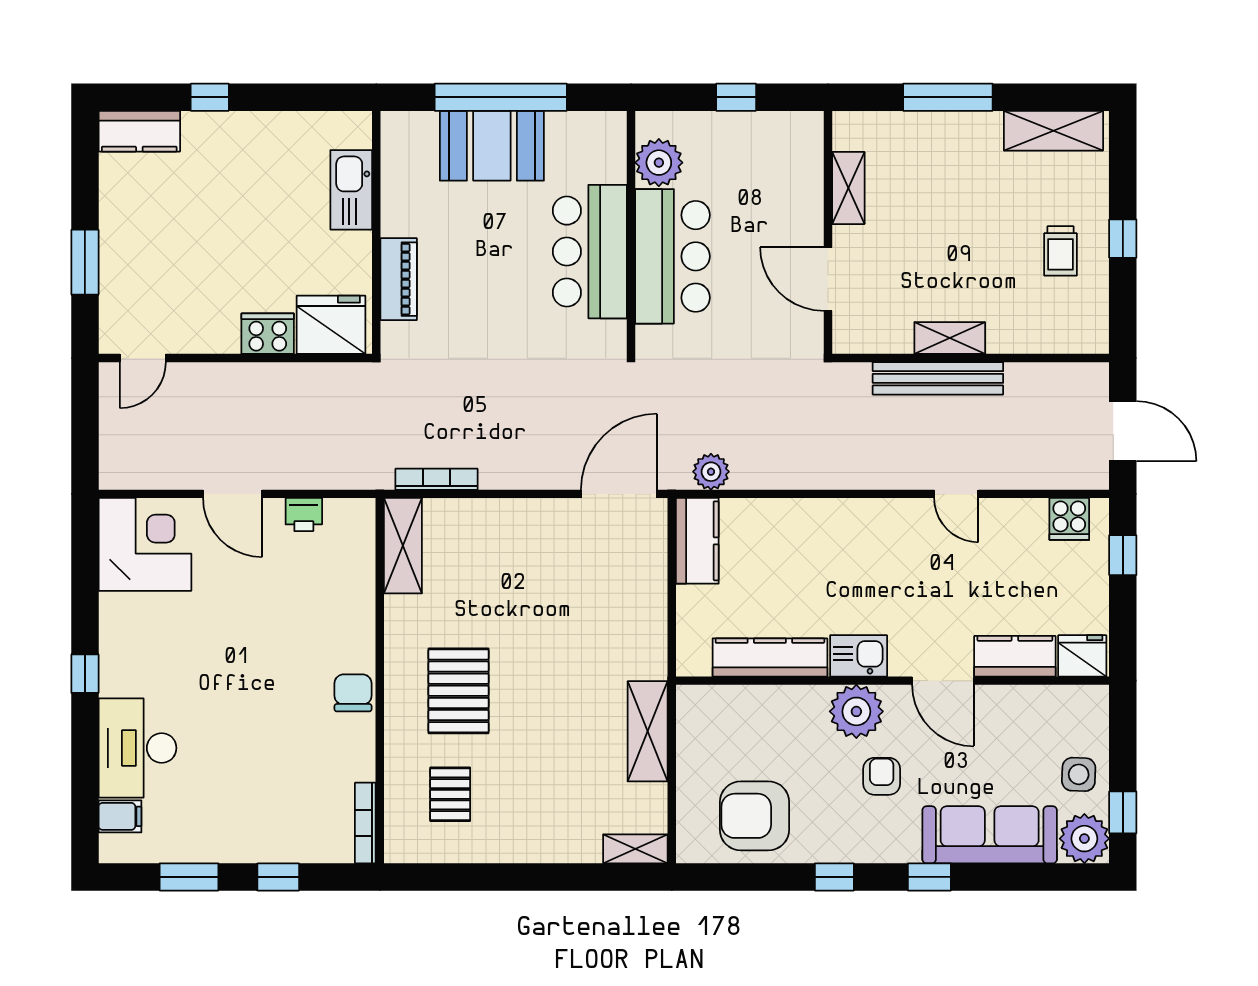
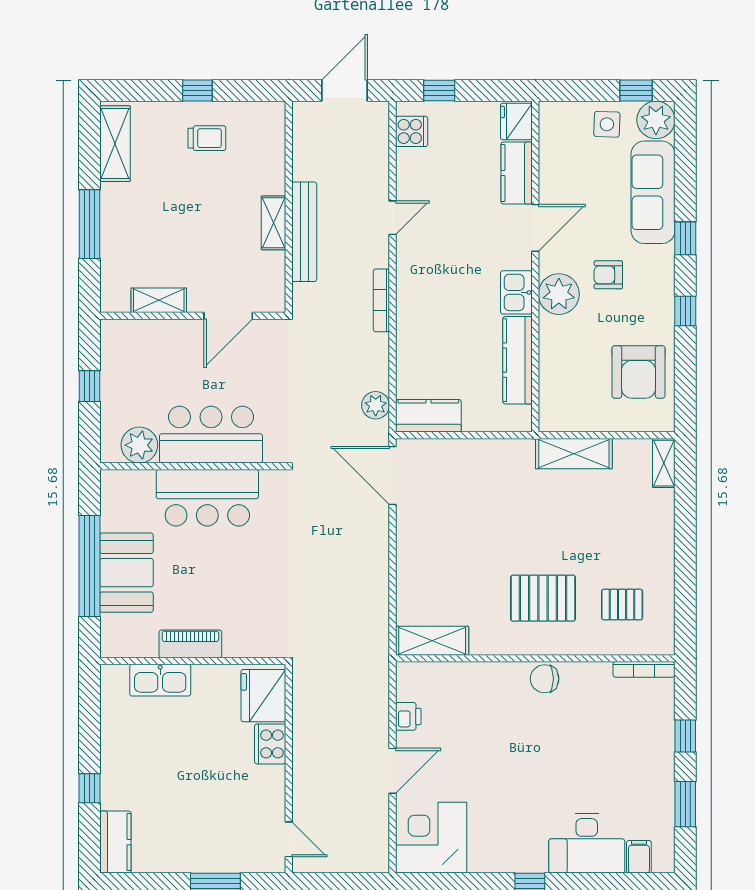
piano: (399, 279) -> (190, 644), moved
bookcase: (437, 479) -> (381, 300), moved

